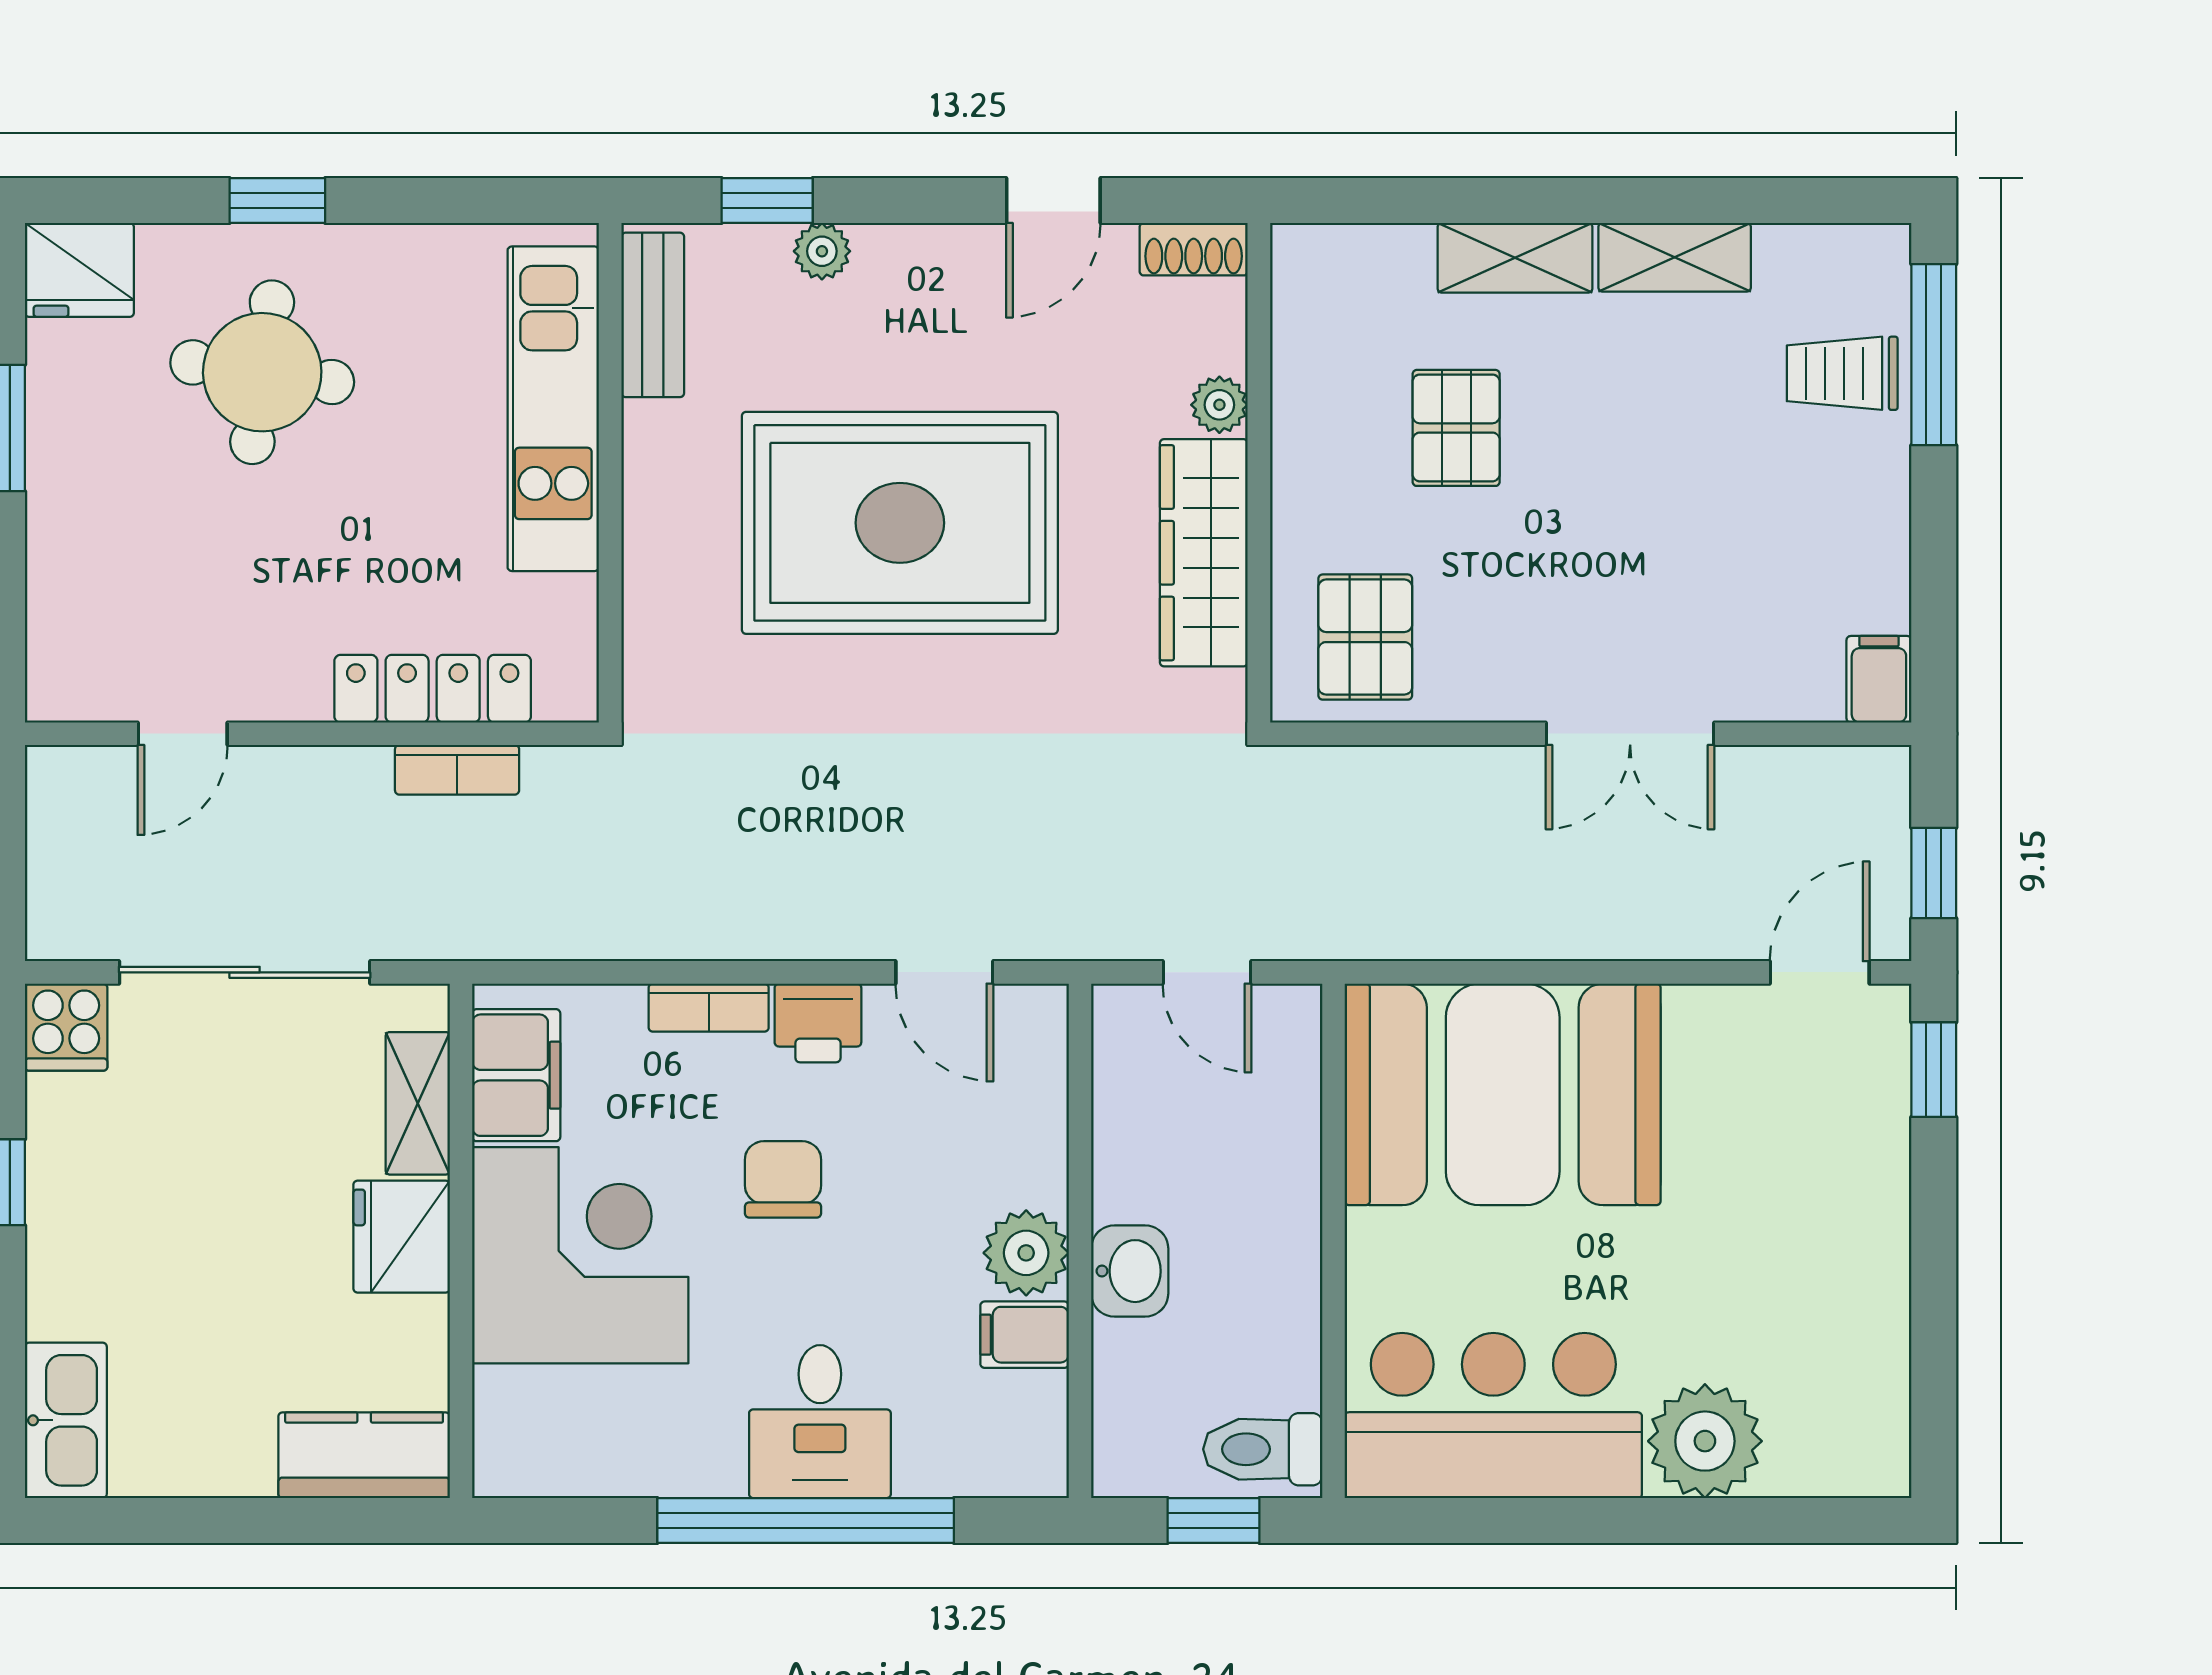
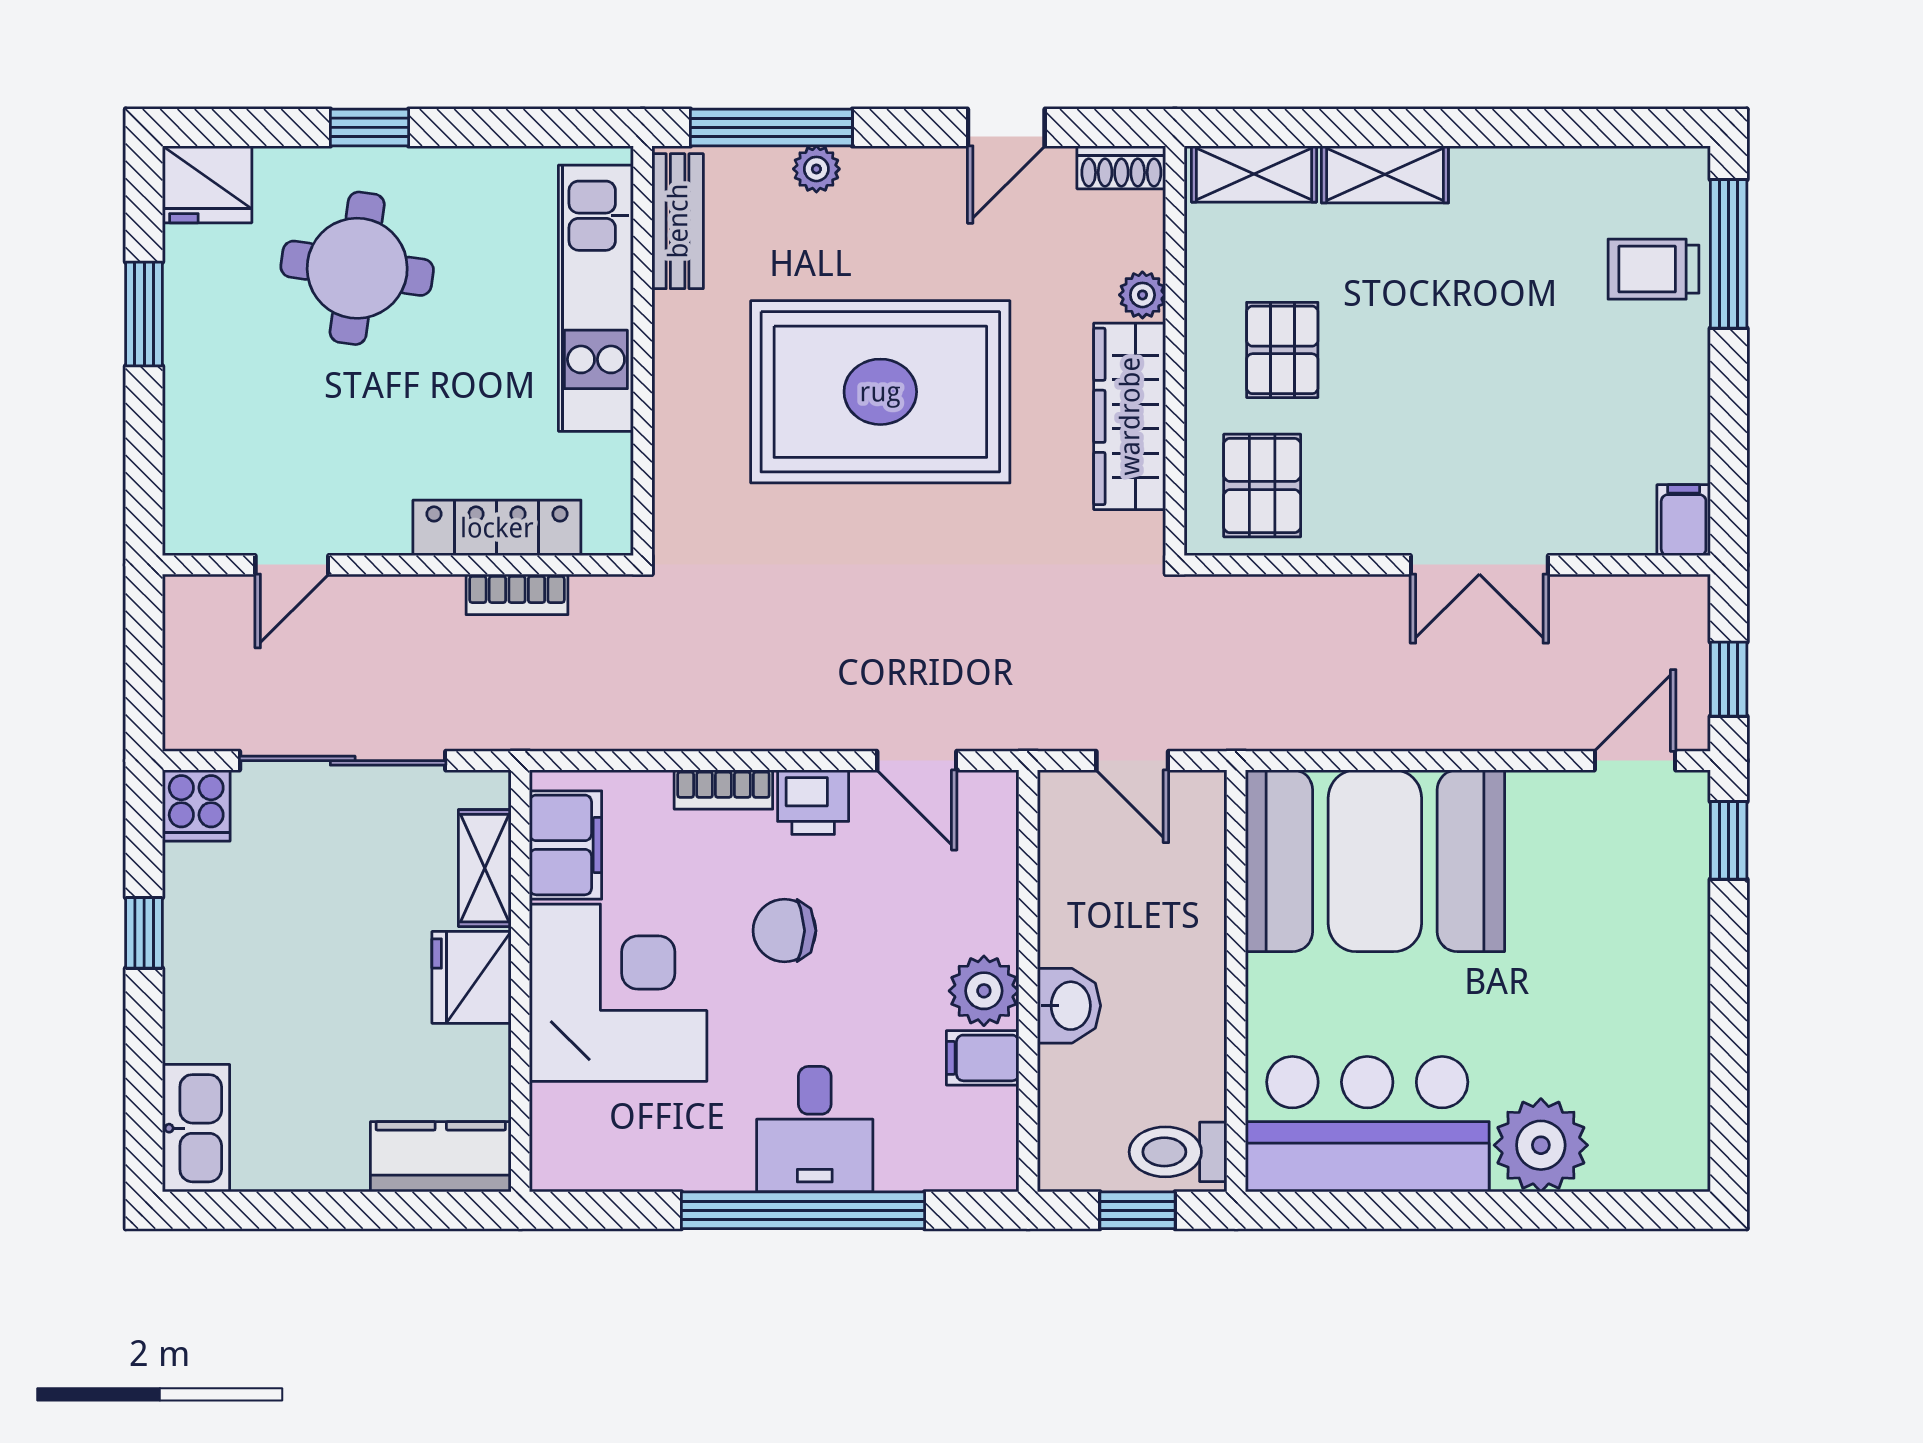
window: (767, 201) -> (771, 127), width x2.17
shelving: (1675, 257) -> (1254, 174), moved
pallet: (1456, 428) -> (1282, 350), moved
chair: (783, 1179) -> (784, 931), turned -90

